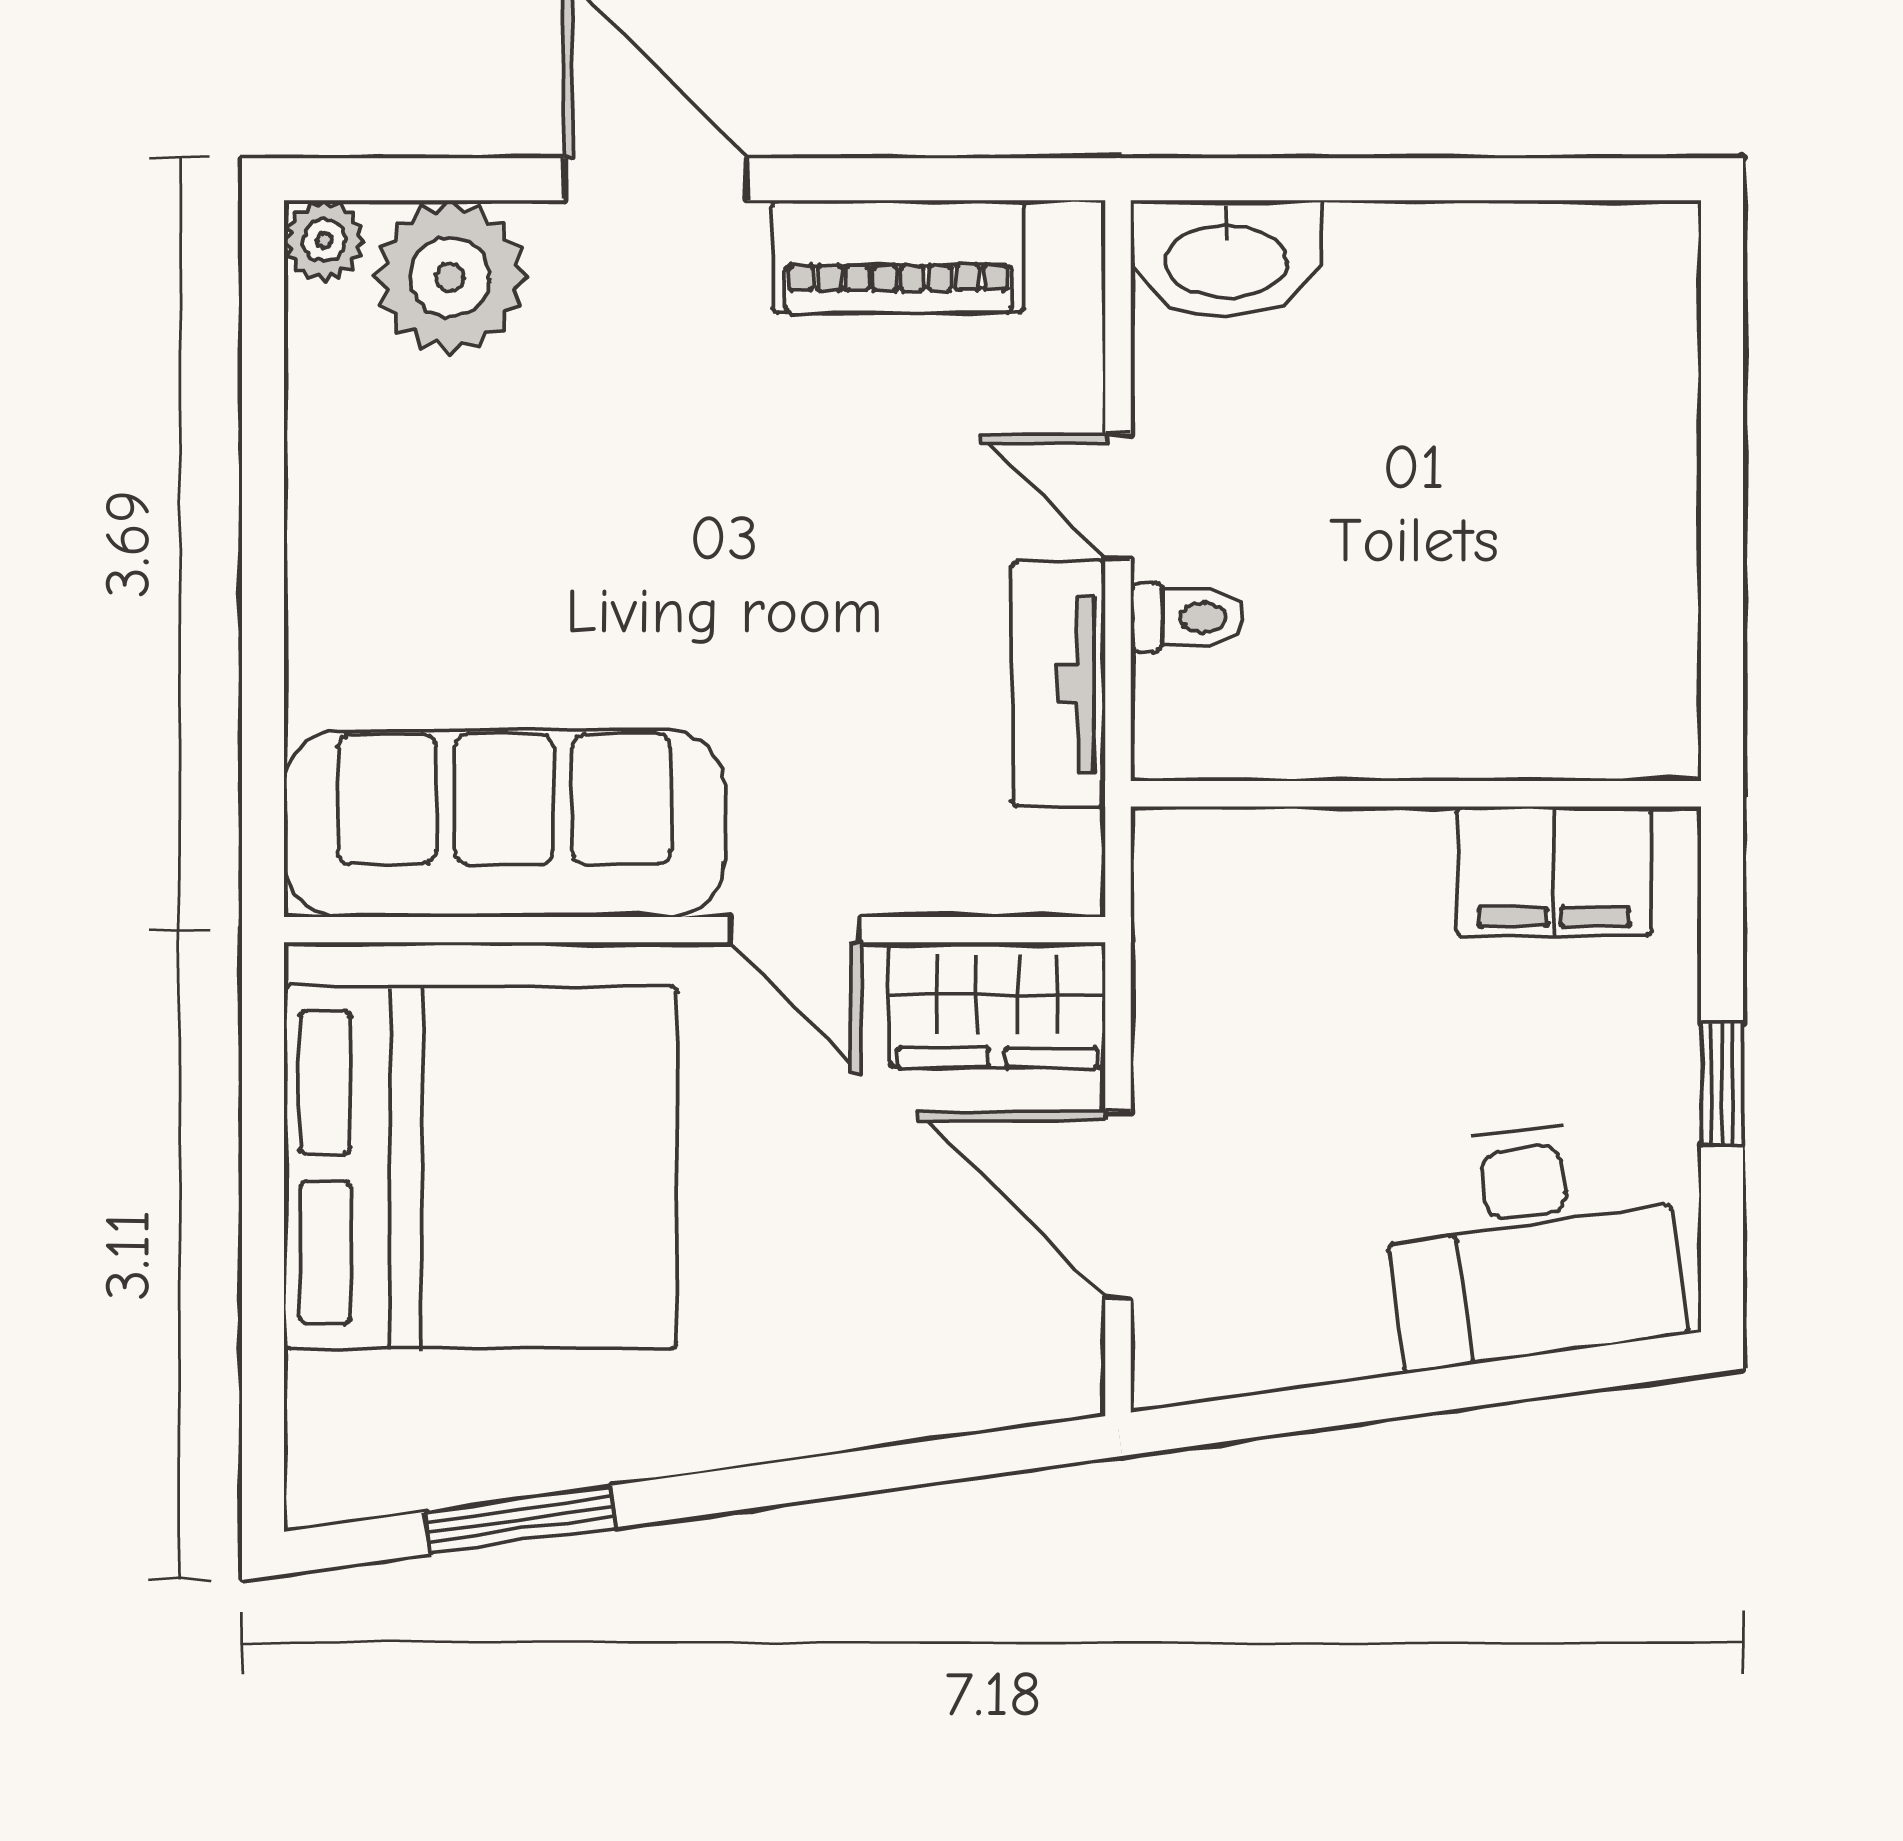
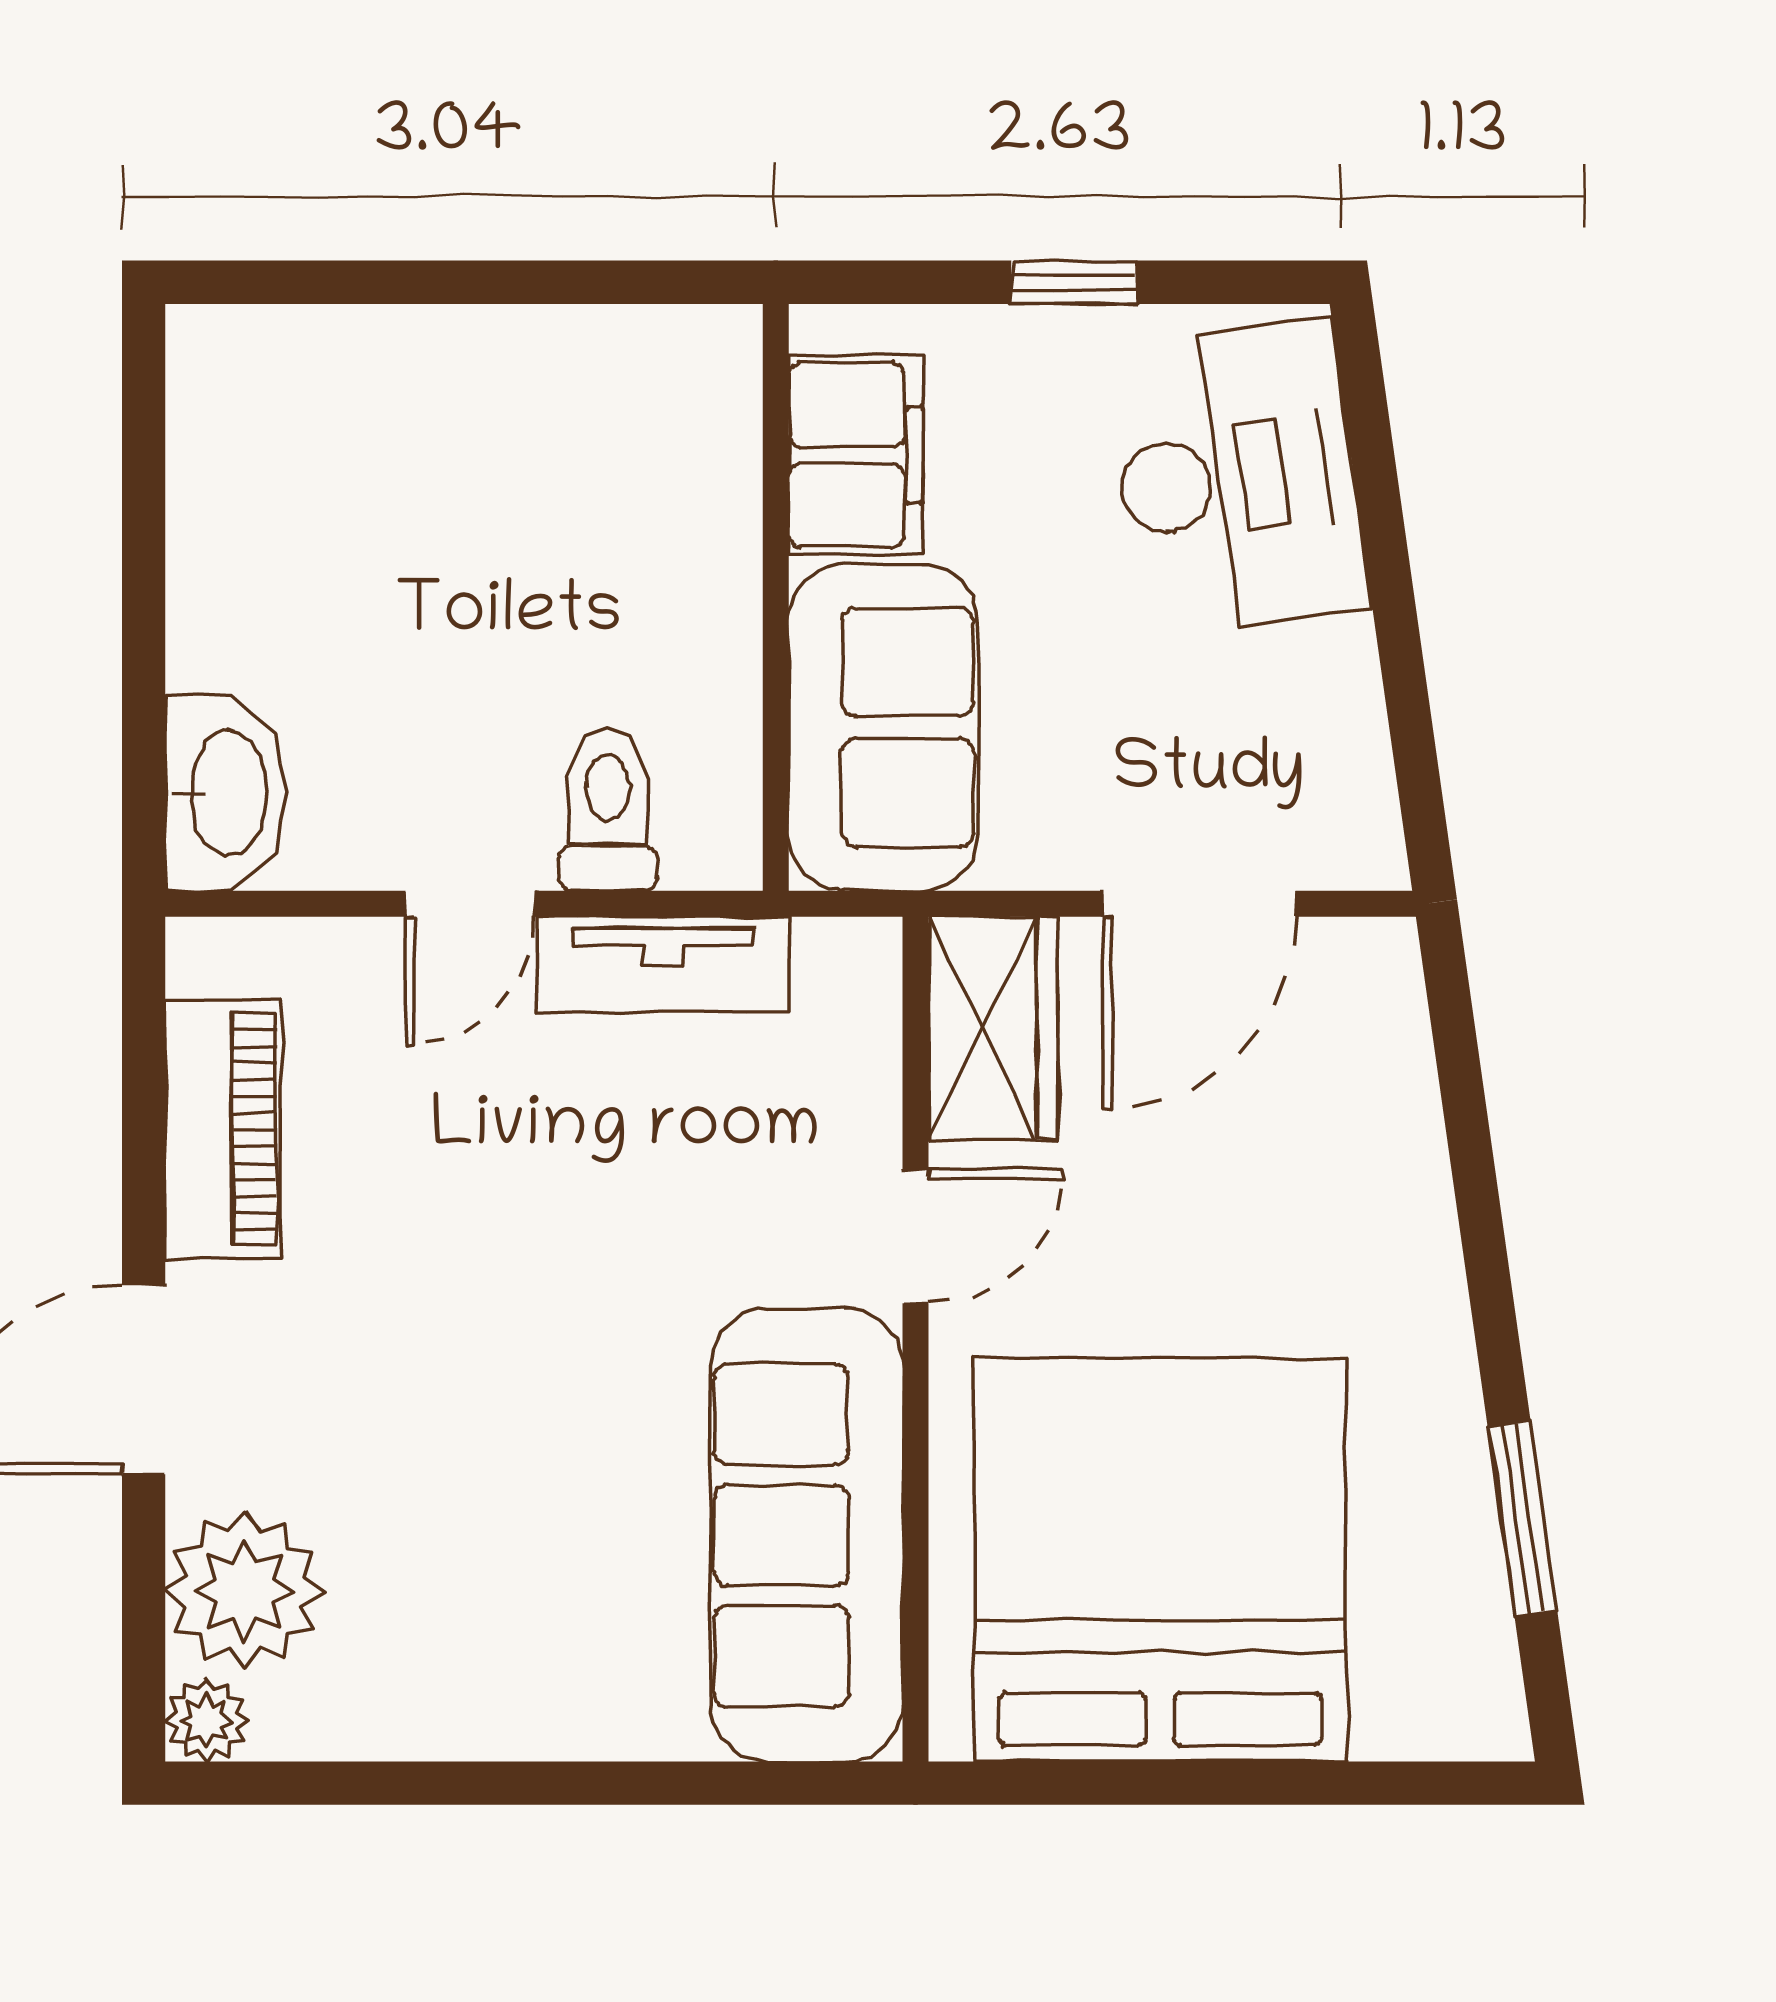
toilet: (1187, 618) -> (608, 810), width x1.37, depth x1.39
sofa: (1289, 898) -> (883, 727), added

